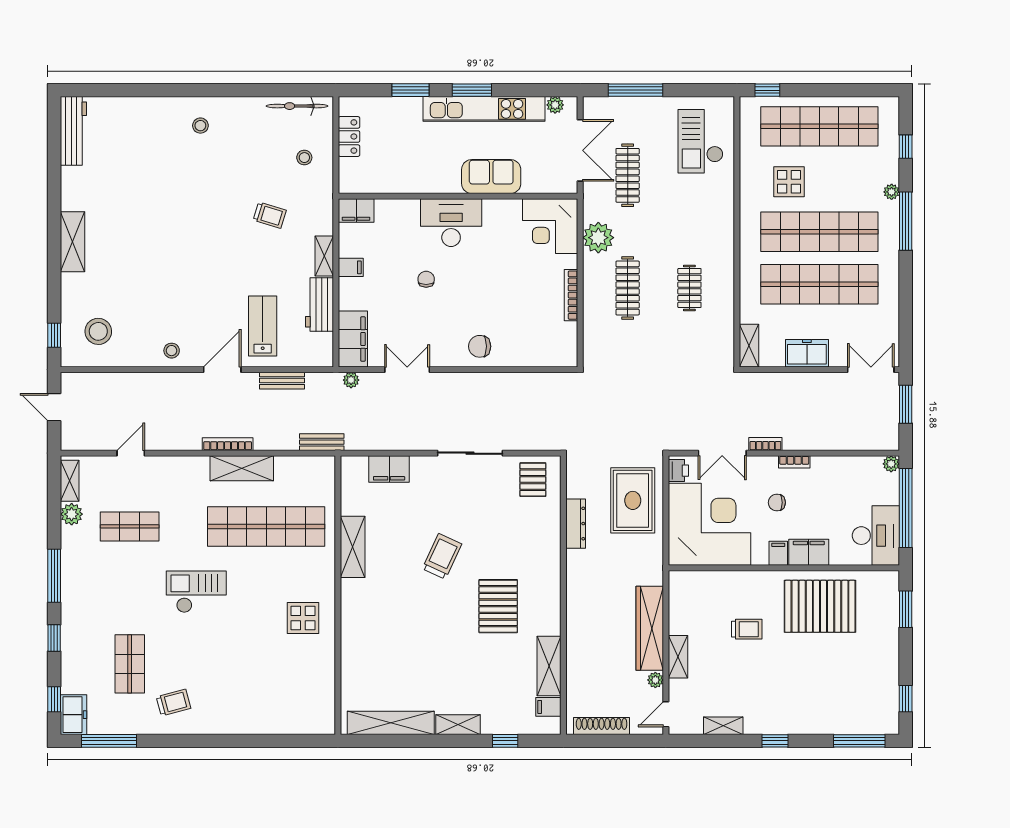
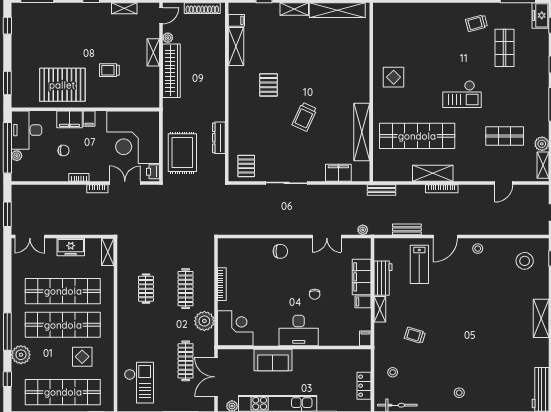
plant: (892, 192) -> (21, 355), width x1.88, depth x1.88
filing cabinet: (356, 210) -> (365, 338), width x0.50
filing cabinet: (353, 339) -> (362, 277), moved
plant: (891, 464) -> (17, 156), moved
chair: (777, 503) -> (64, 150), moved
shelving: (353, 547) -> (362, 132), width x1.47
pallet: (498, 606) -> (268, 85), width x0.67, depth x0.71

